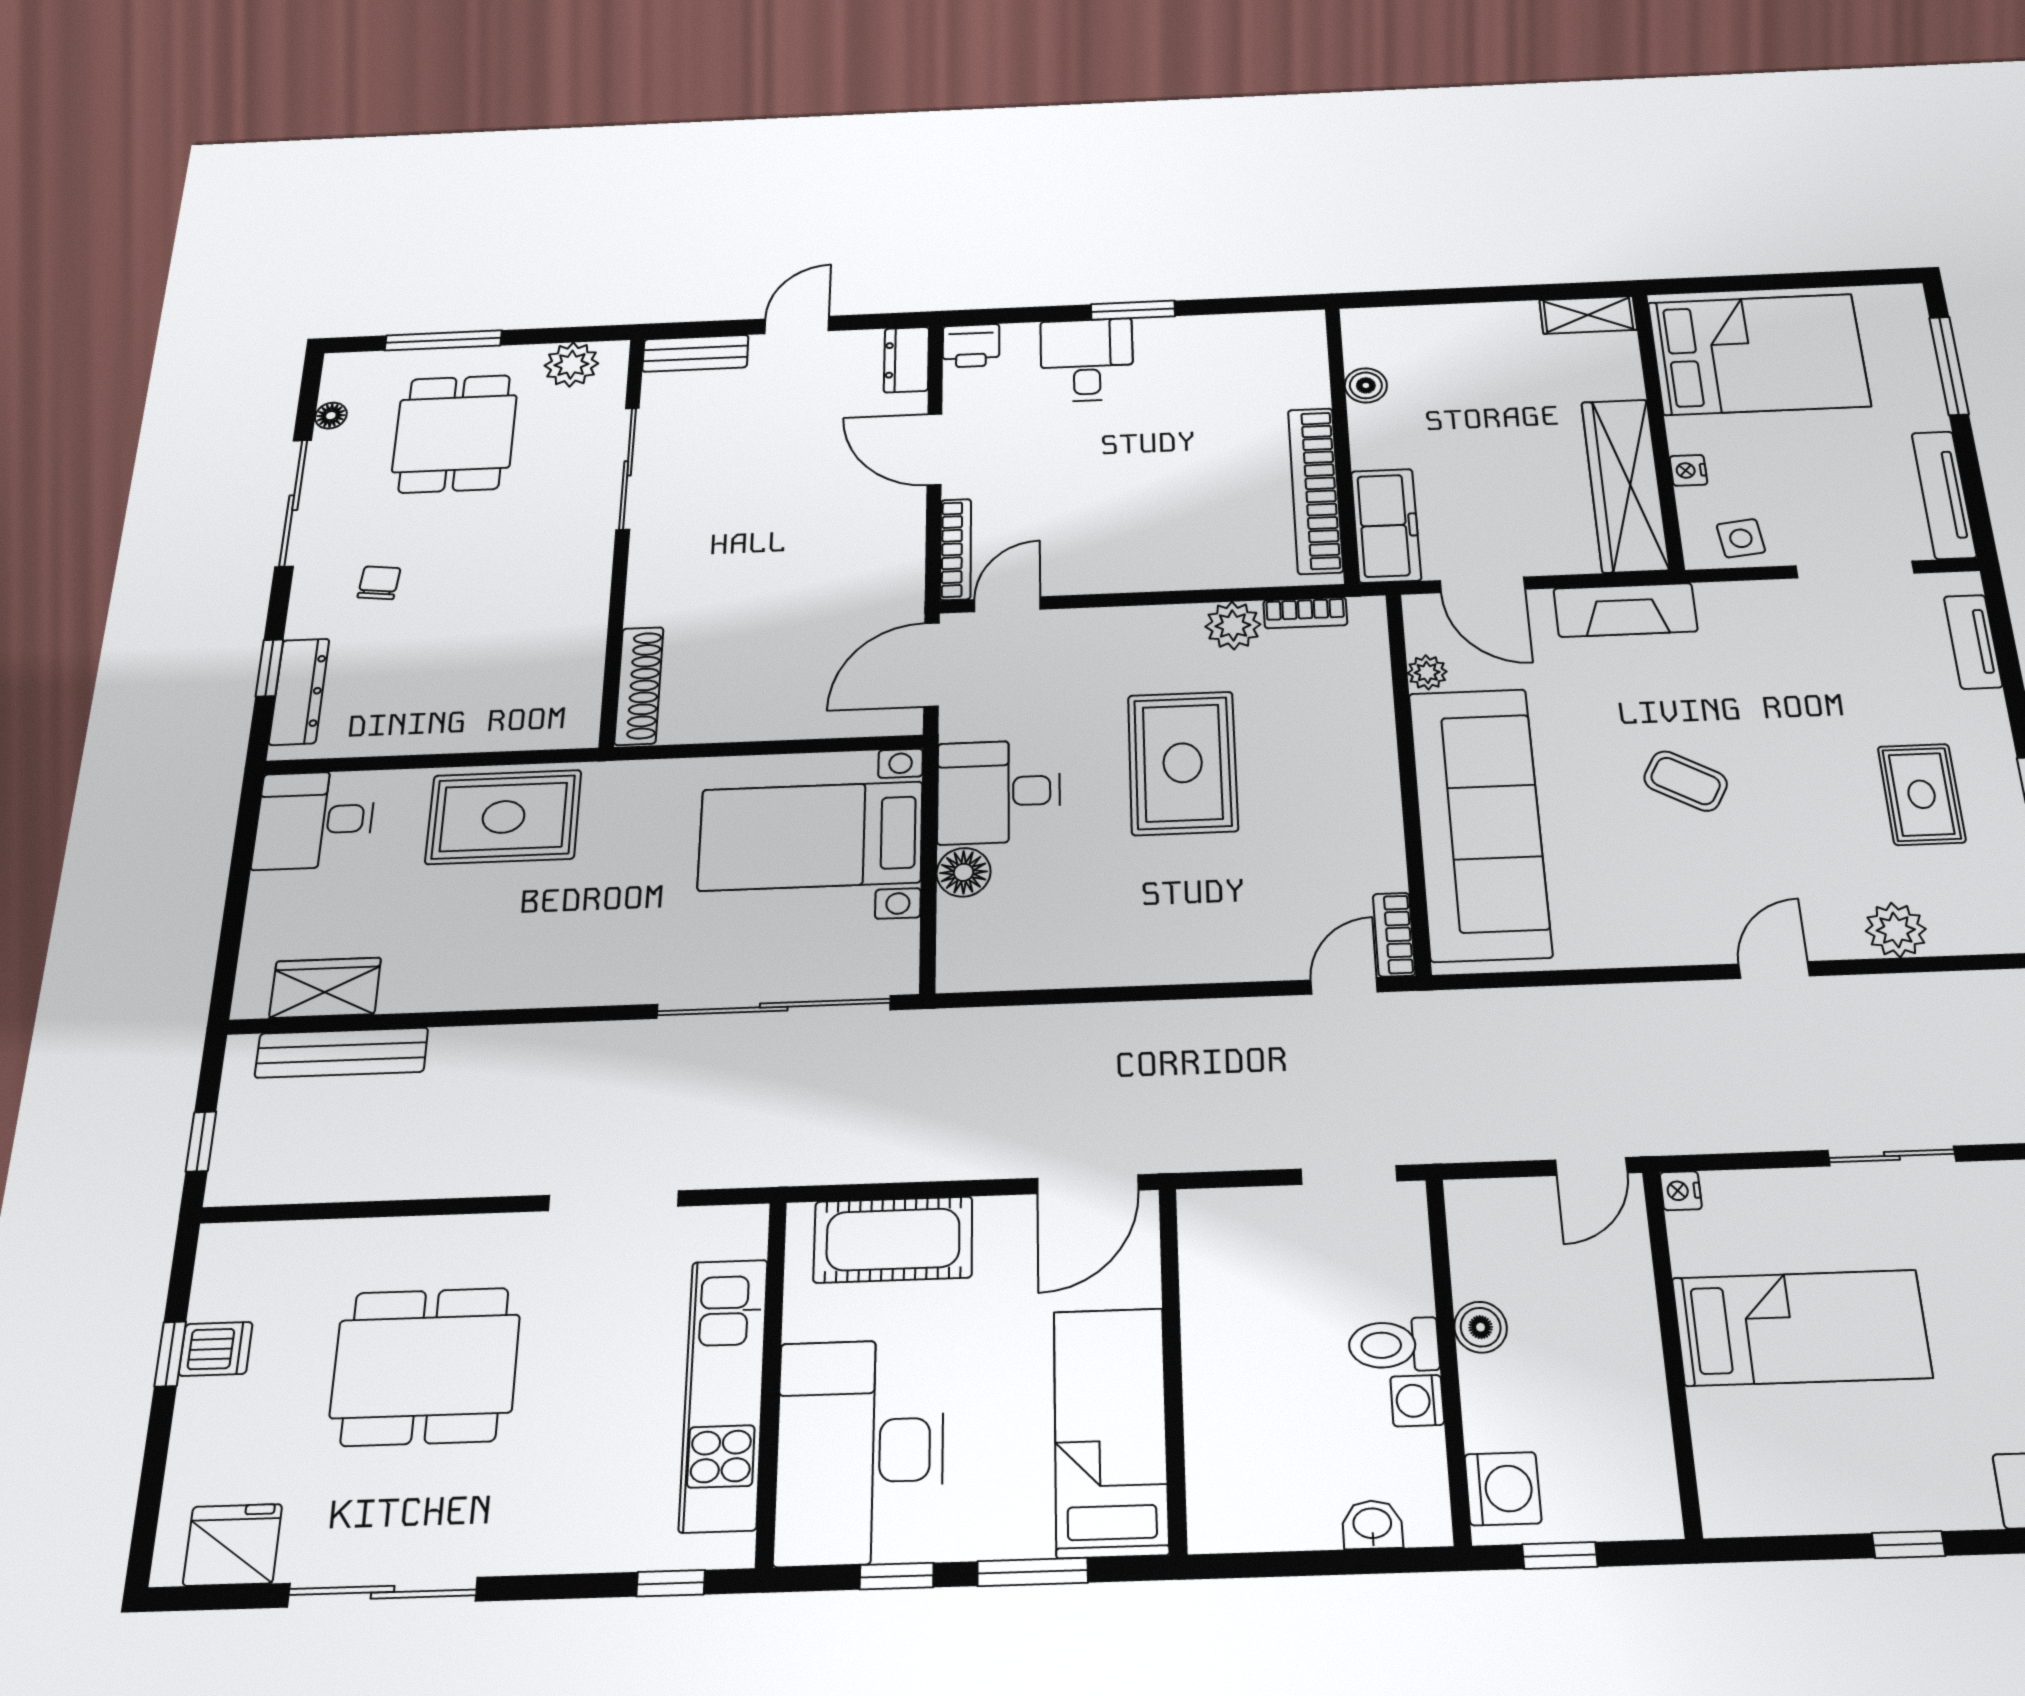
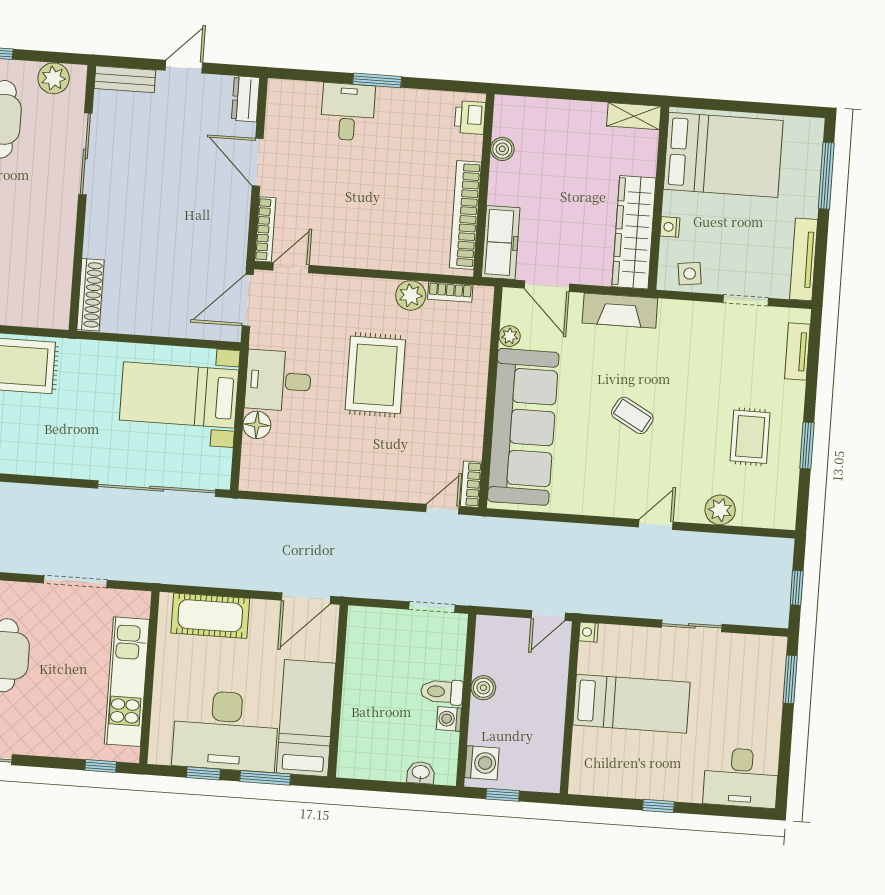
printer: (971, 346) -> (470, 117), moved, turned 90
doorway: (1855, 570) -> (746, 300), width x0.73
desk: (860, 1451) -> (226, 731), moved, turned -90

